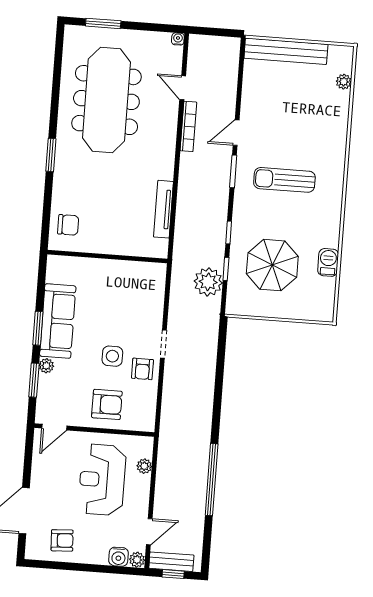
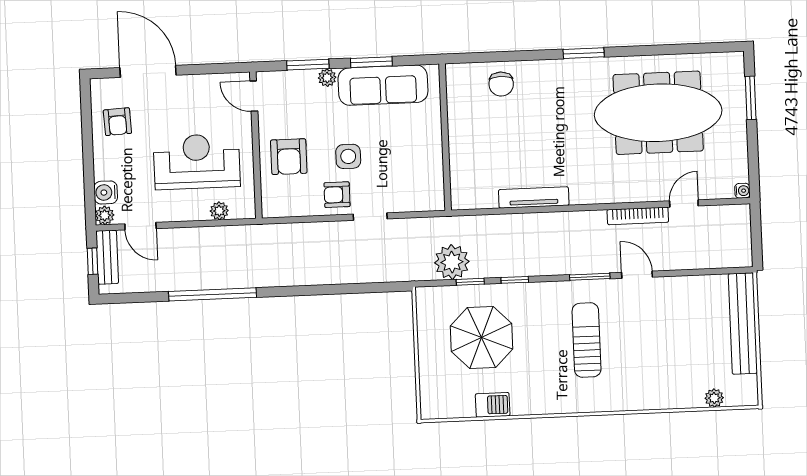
wall: (107, 257) -> (445, 137), moved

